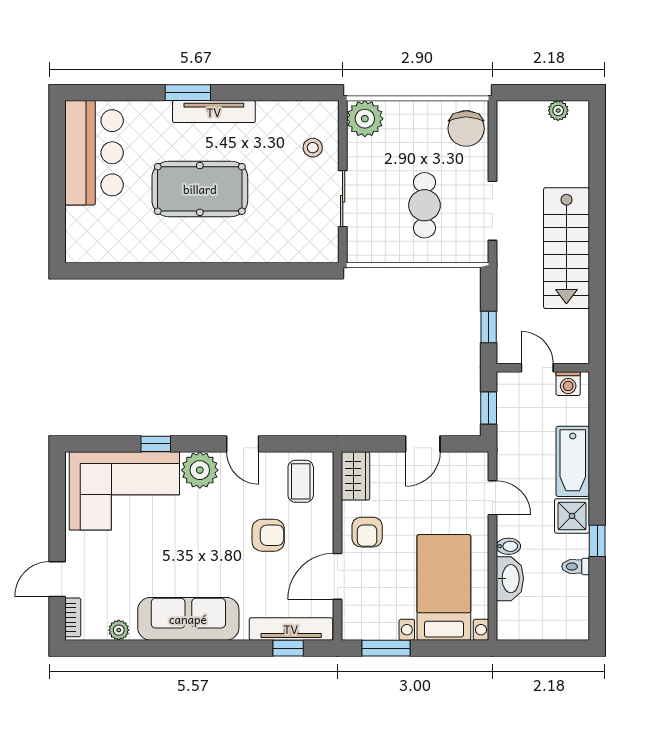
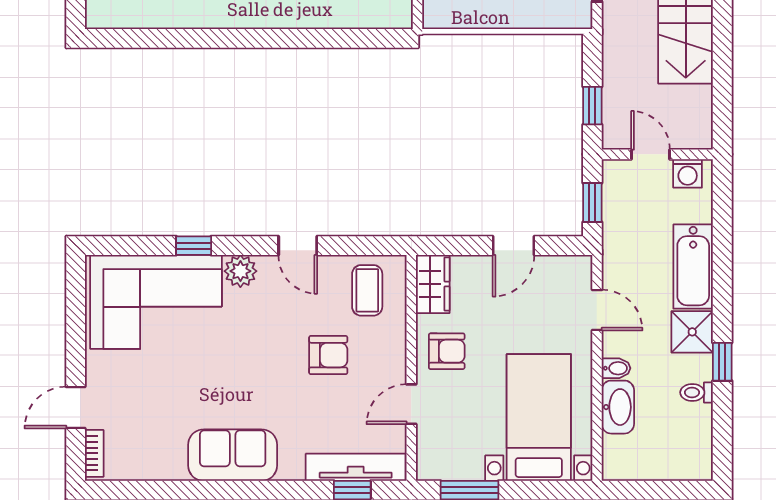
plant: (200, 470) -> (240, 271), width x0.73, depth x0.73
armchair: (367, 532) -> (447, 351), turned -90
door: (337, 576) -> (411, 404), width x0.73
sofa: (188, 619) -> (233, 455), width x0.73
plant: (119, 630) -> (149, 469), removed

